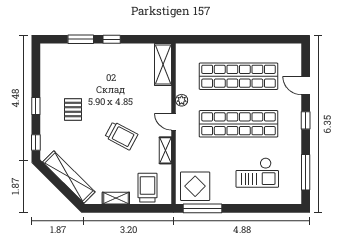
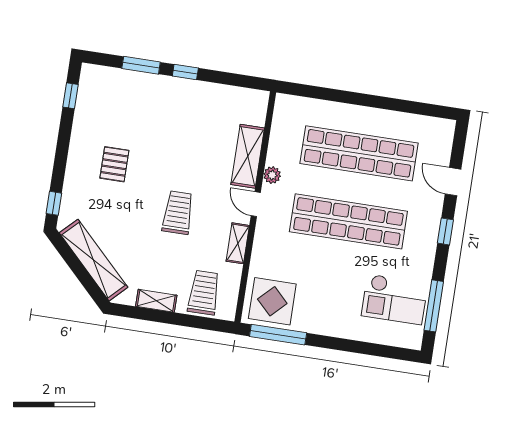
shelving: (163, 65) -> (248, 156), moved
window: (36, 106) -> (71, 96), moved
trolley: (121, 136) -> (178, 213), turned -118
checkout: (257, 173) -> (395, 299), moved

